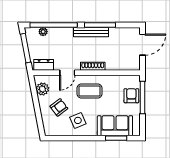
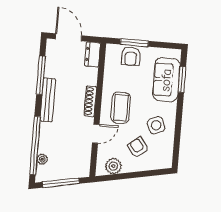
window: (100, 25) -> (41, 75), moved
dresser: (44, 65) -> (92, 54), moved
door: (67, 73) -> (96, 134), hinge flipped
armchair: (131, 96) -> (131, 56), turned -90
window: (142, 98) -> (134, 43), width x0.69

